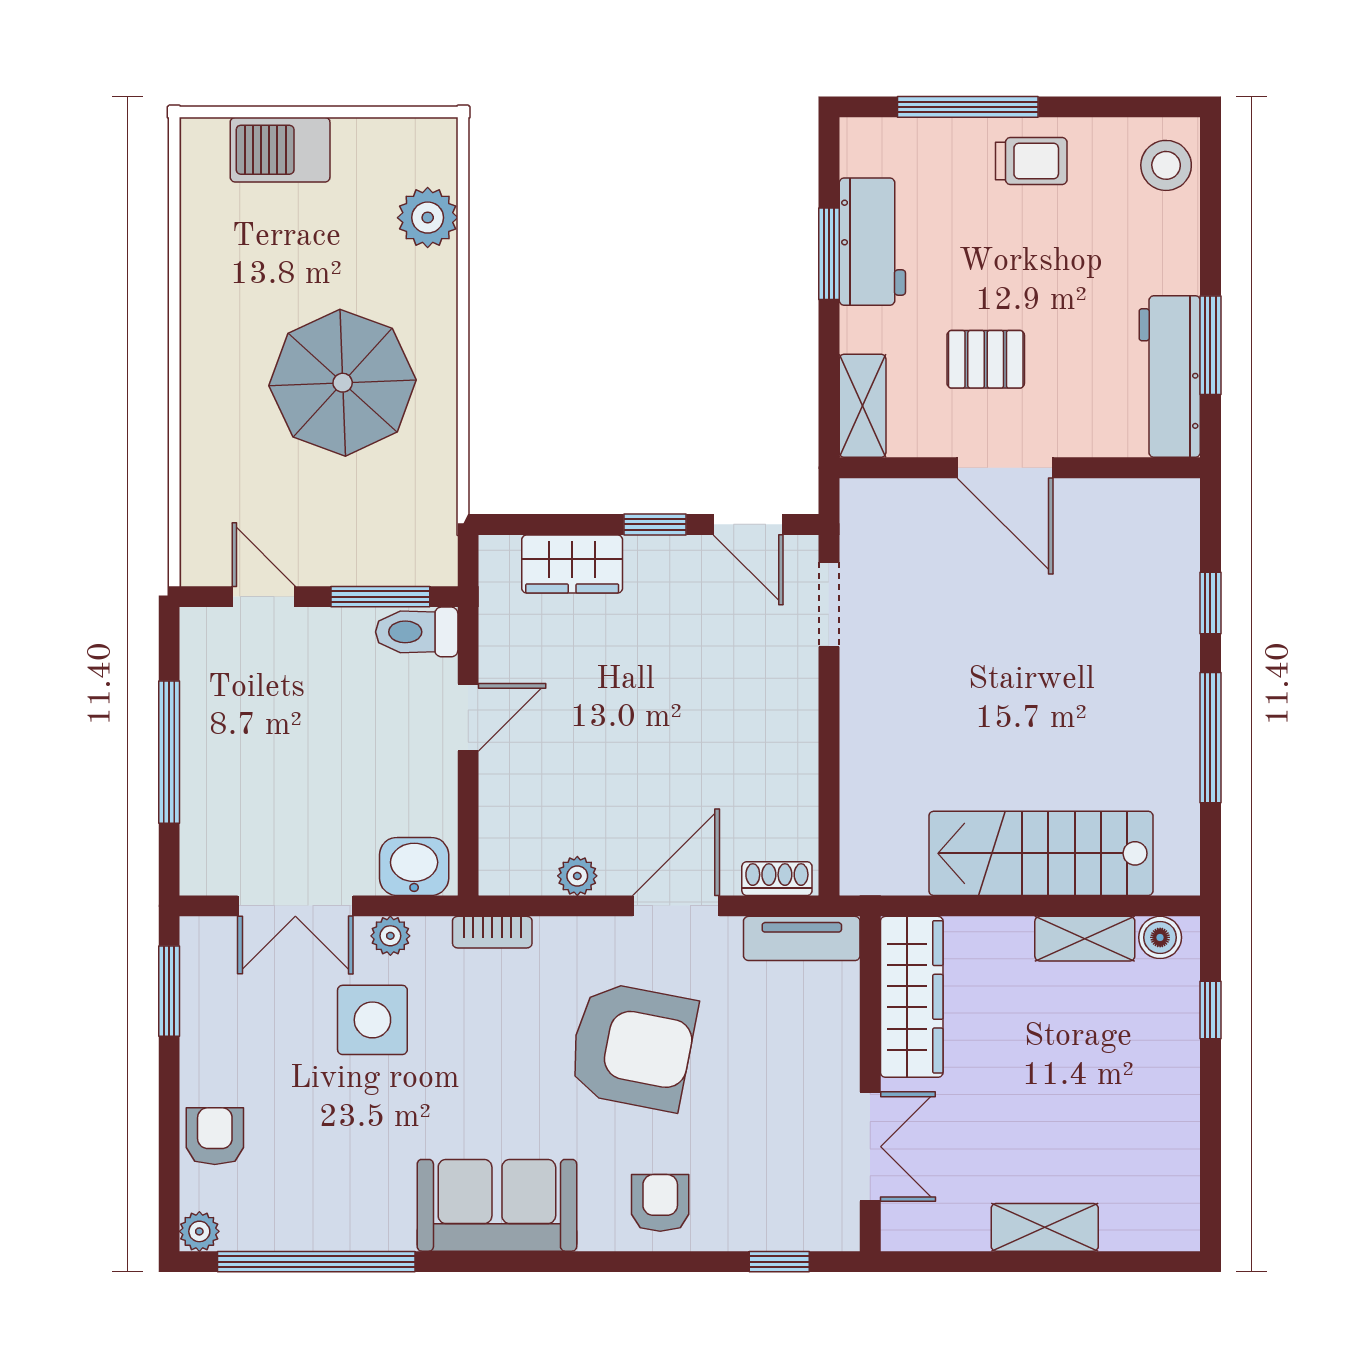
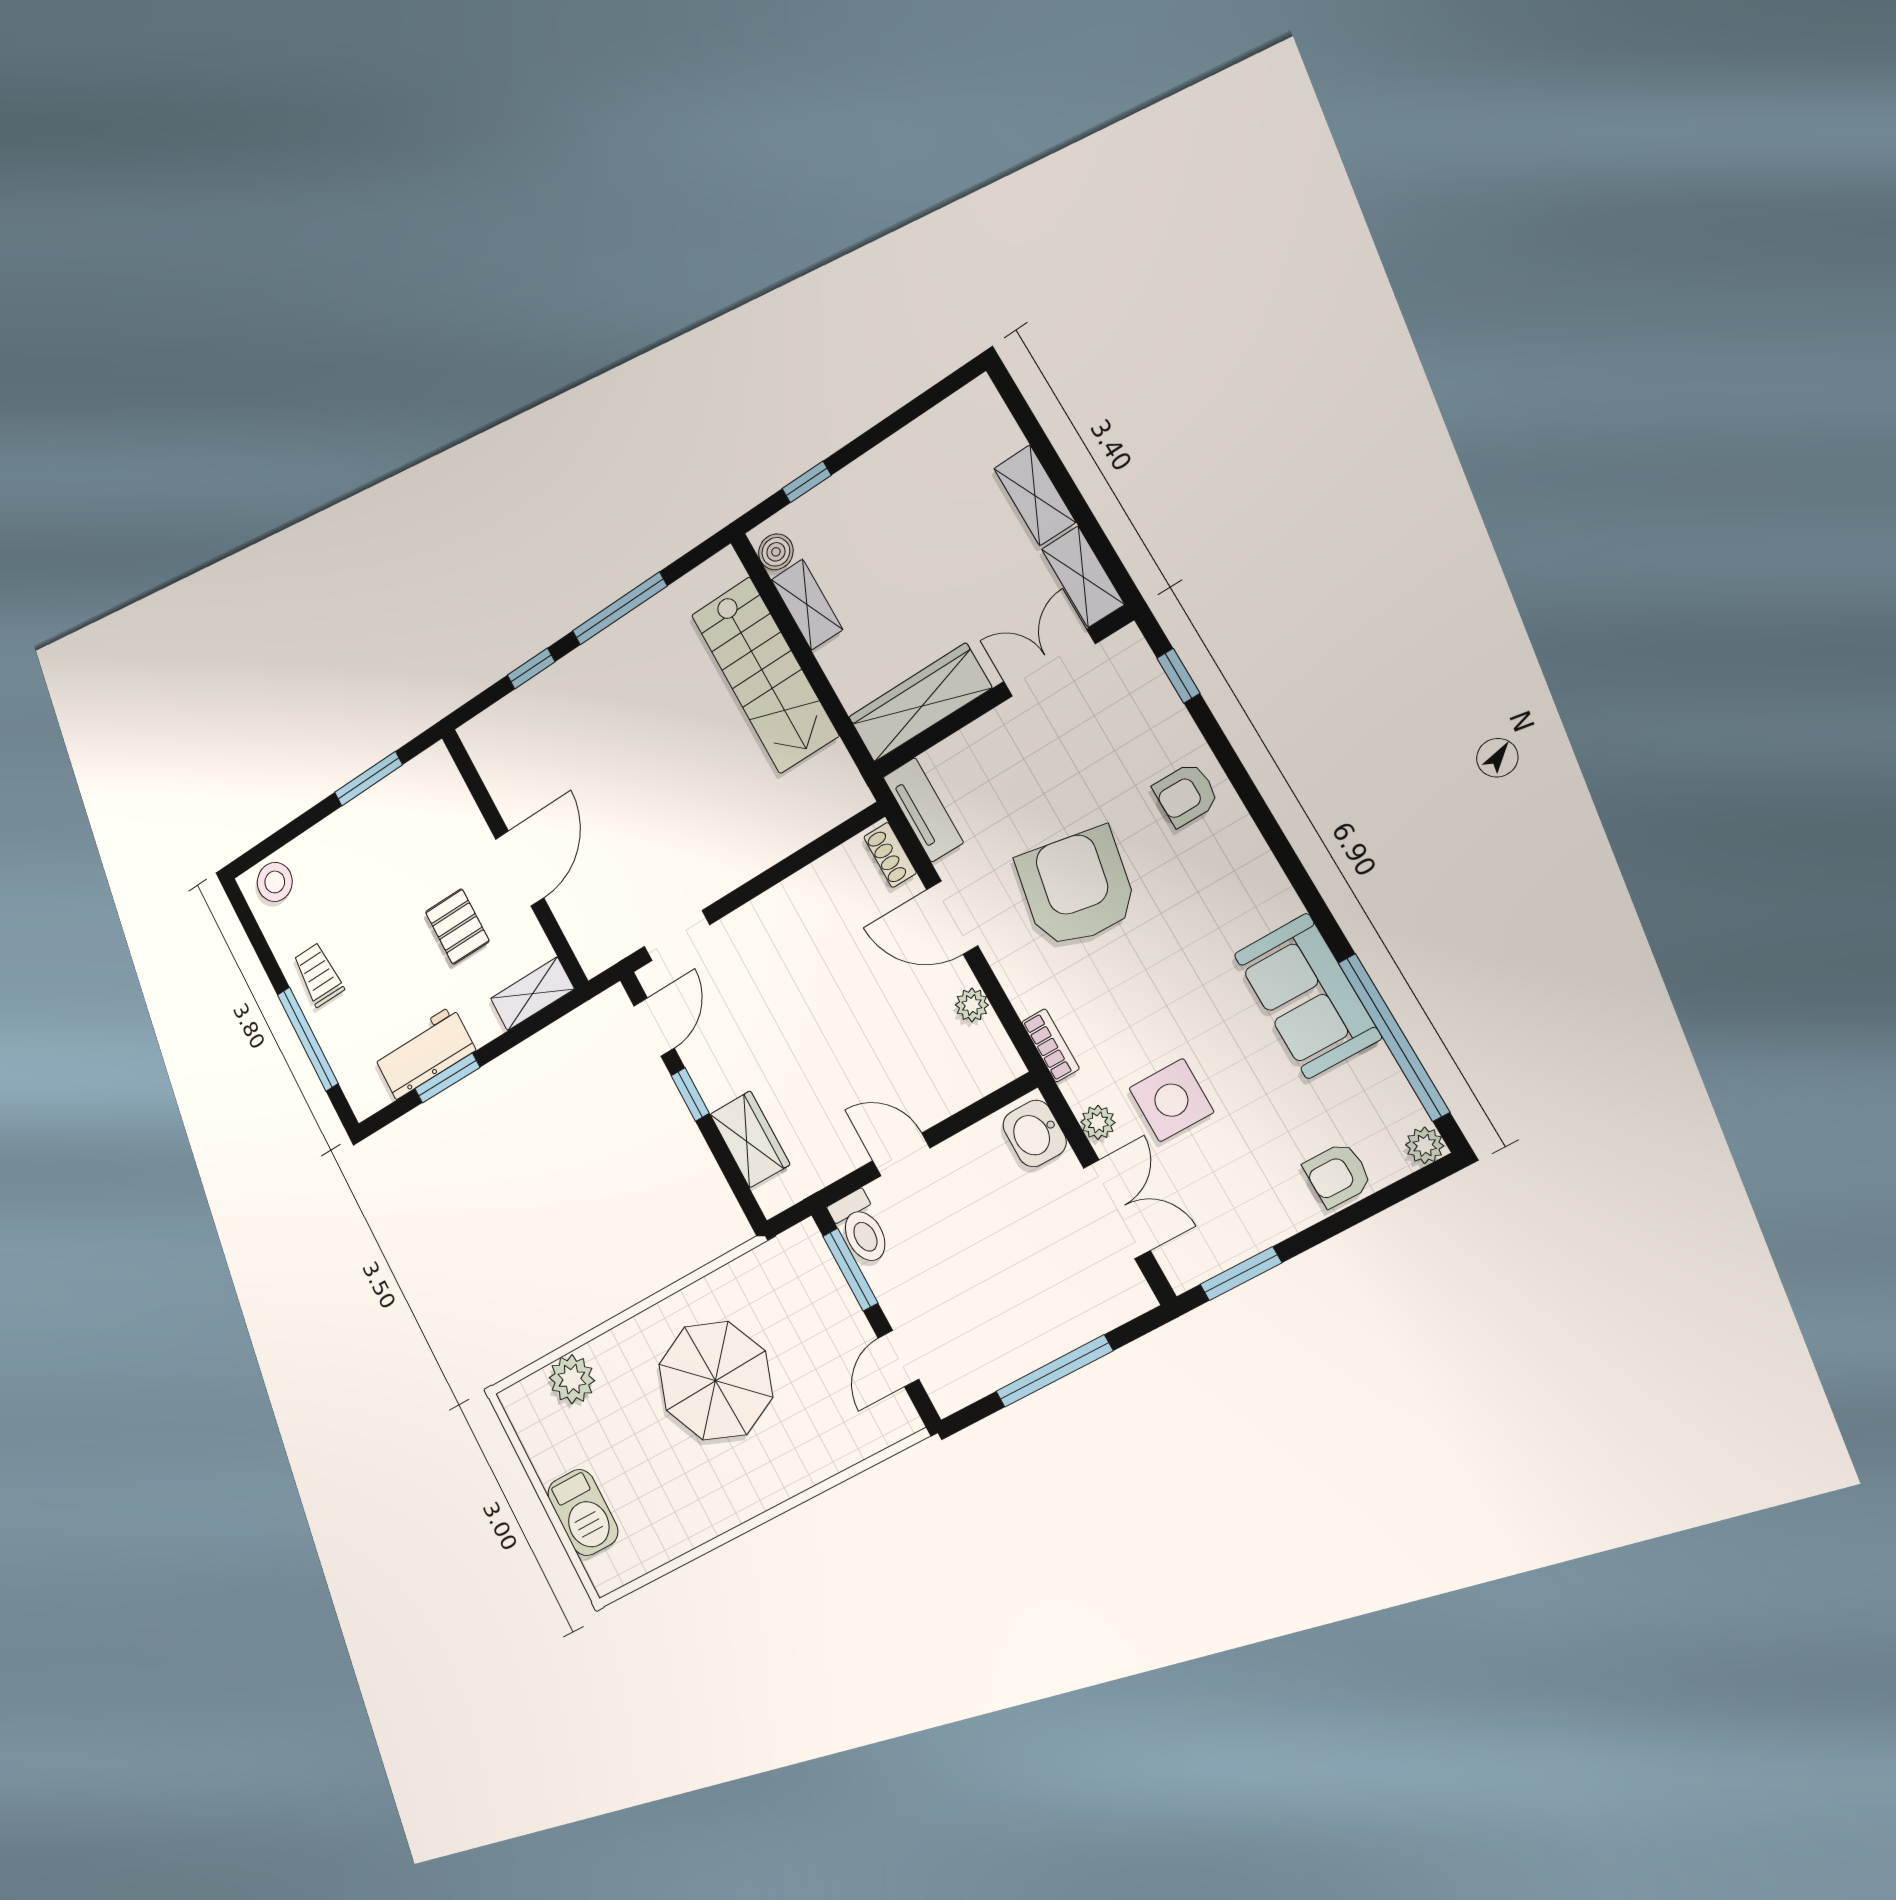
workbench: (1170, 377) -> (402, 793), removed
sofa: (497, 1205) -> (1308, 996), moved
shelving: (934, 1227) -> (1083, 577), added

